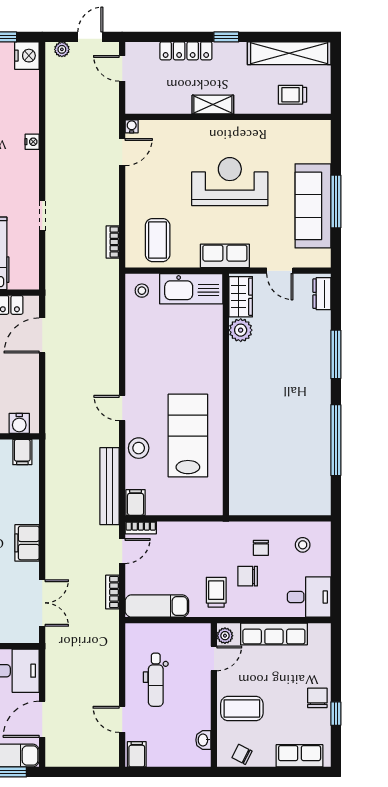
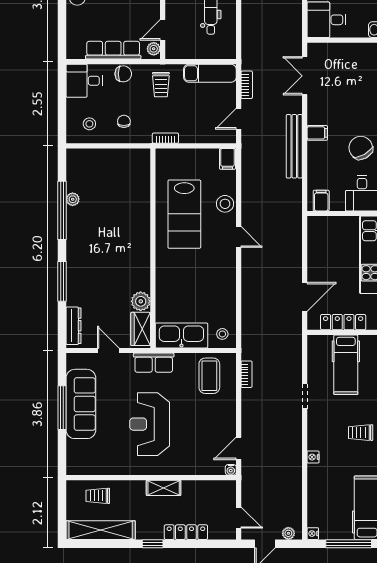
nightstand: (27, 56) -> (313, 534), width x0.53, depth x0.56
trolley: (292, 95) -> (98, 496), turned 180
reception desk: (230, 182) -> (150, 424), turned 90
dresser: (322, 294) -> (74, 326), width x1.44
water cooler: (19, 423) -> (324, 224), removed
plant: (323, 454) -> (73, 199), added
bench: (110, 486) -> (294, 146), moved
bookcase: (141, 528) -> (165, 138), moved
filing cabinet: (27, 543) -> (317, 133), width x0.50
chair: (248, 576) -> (123, 74), moved

